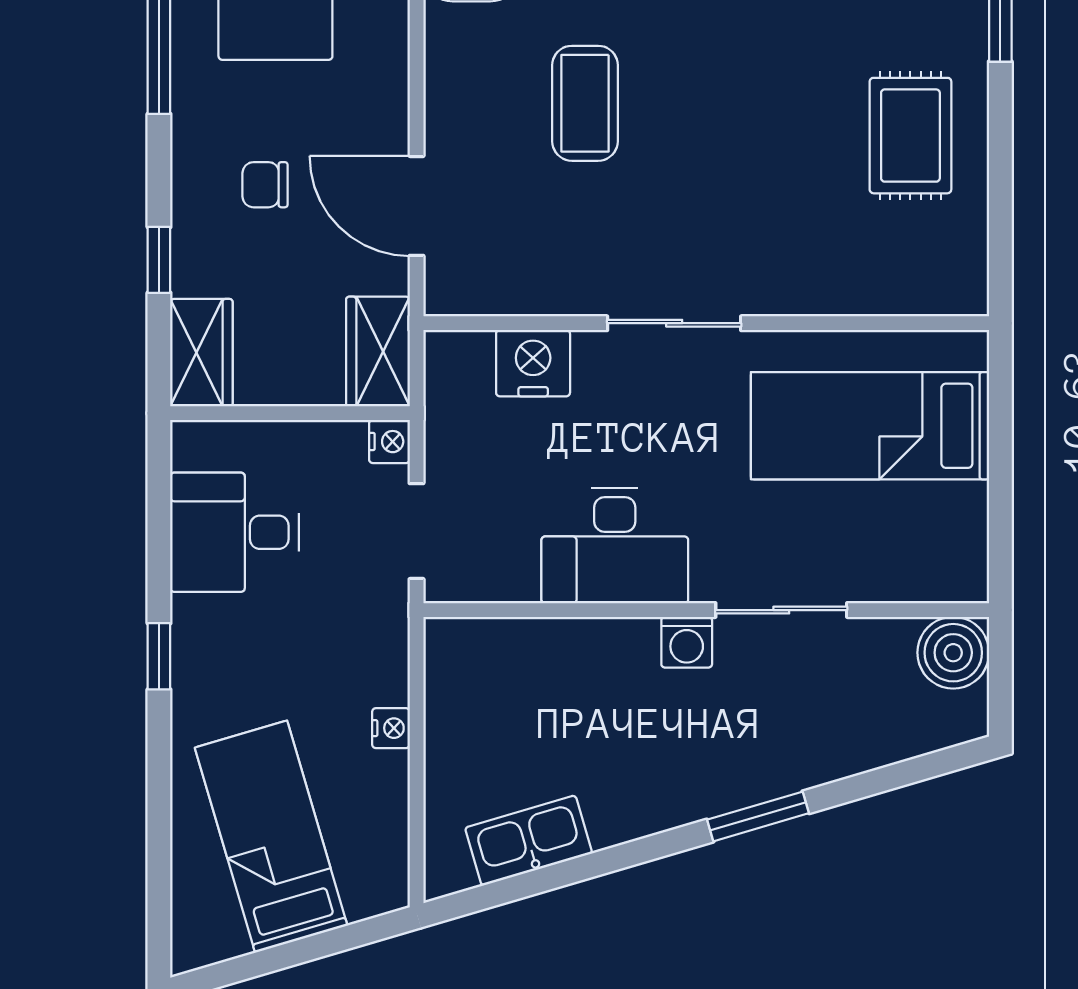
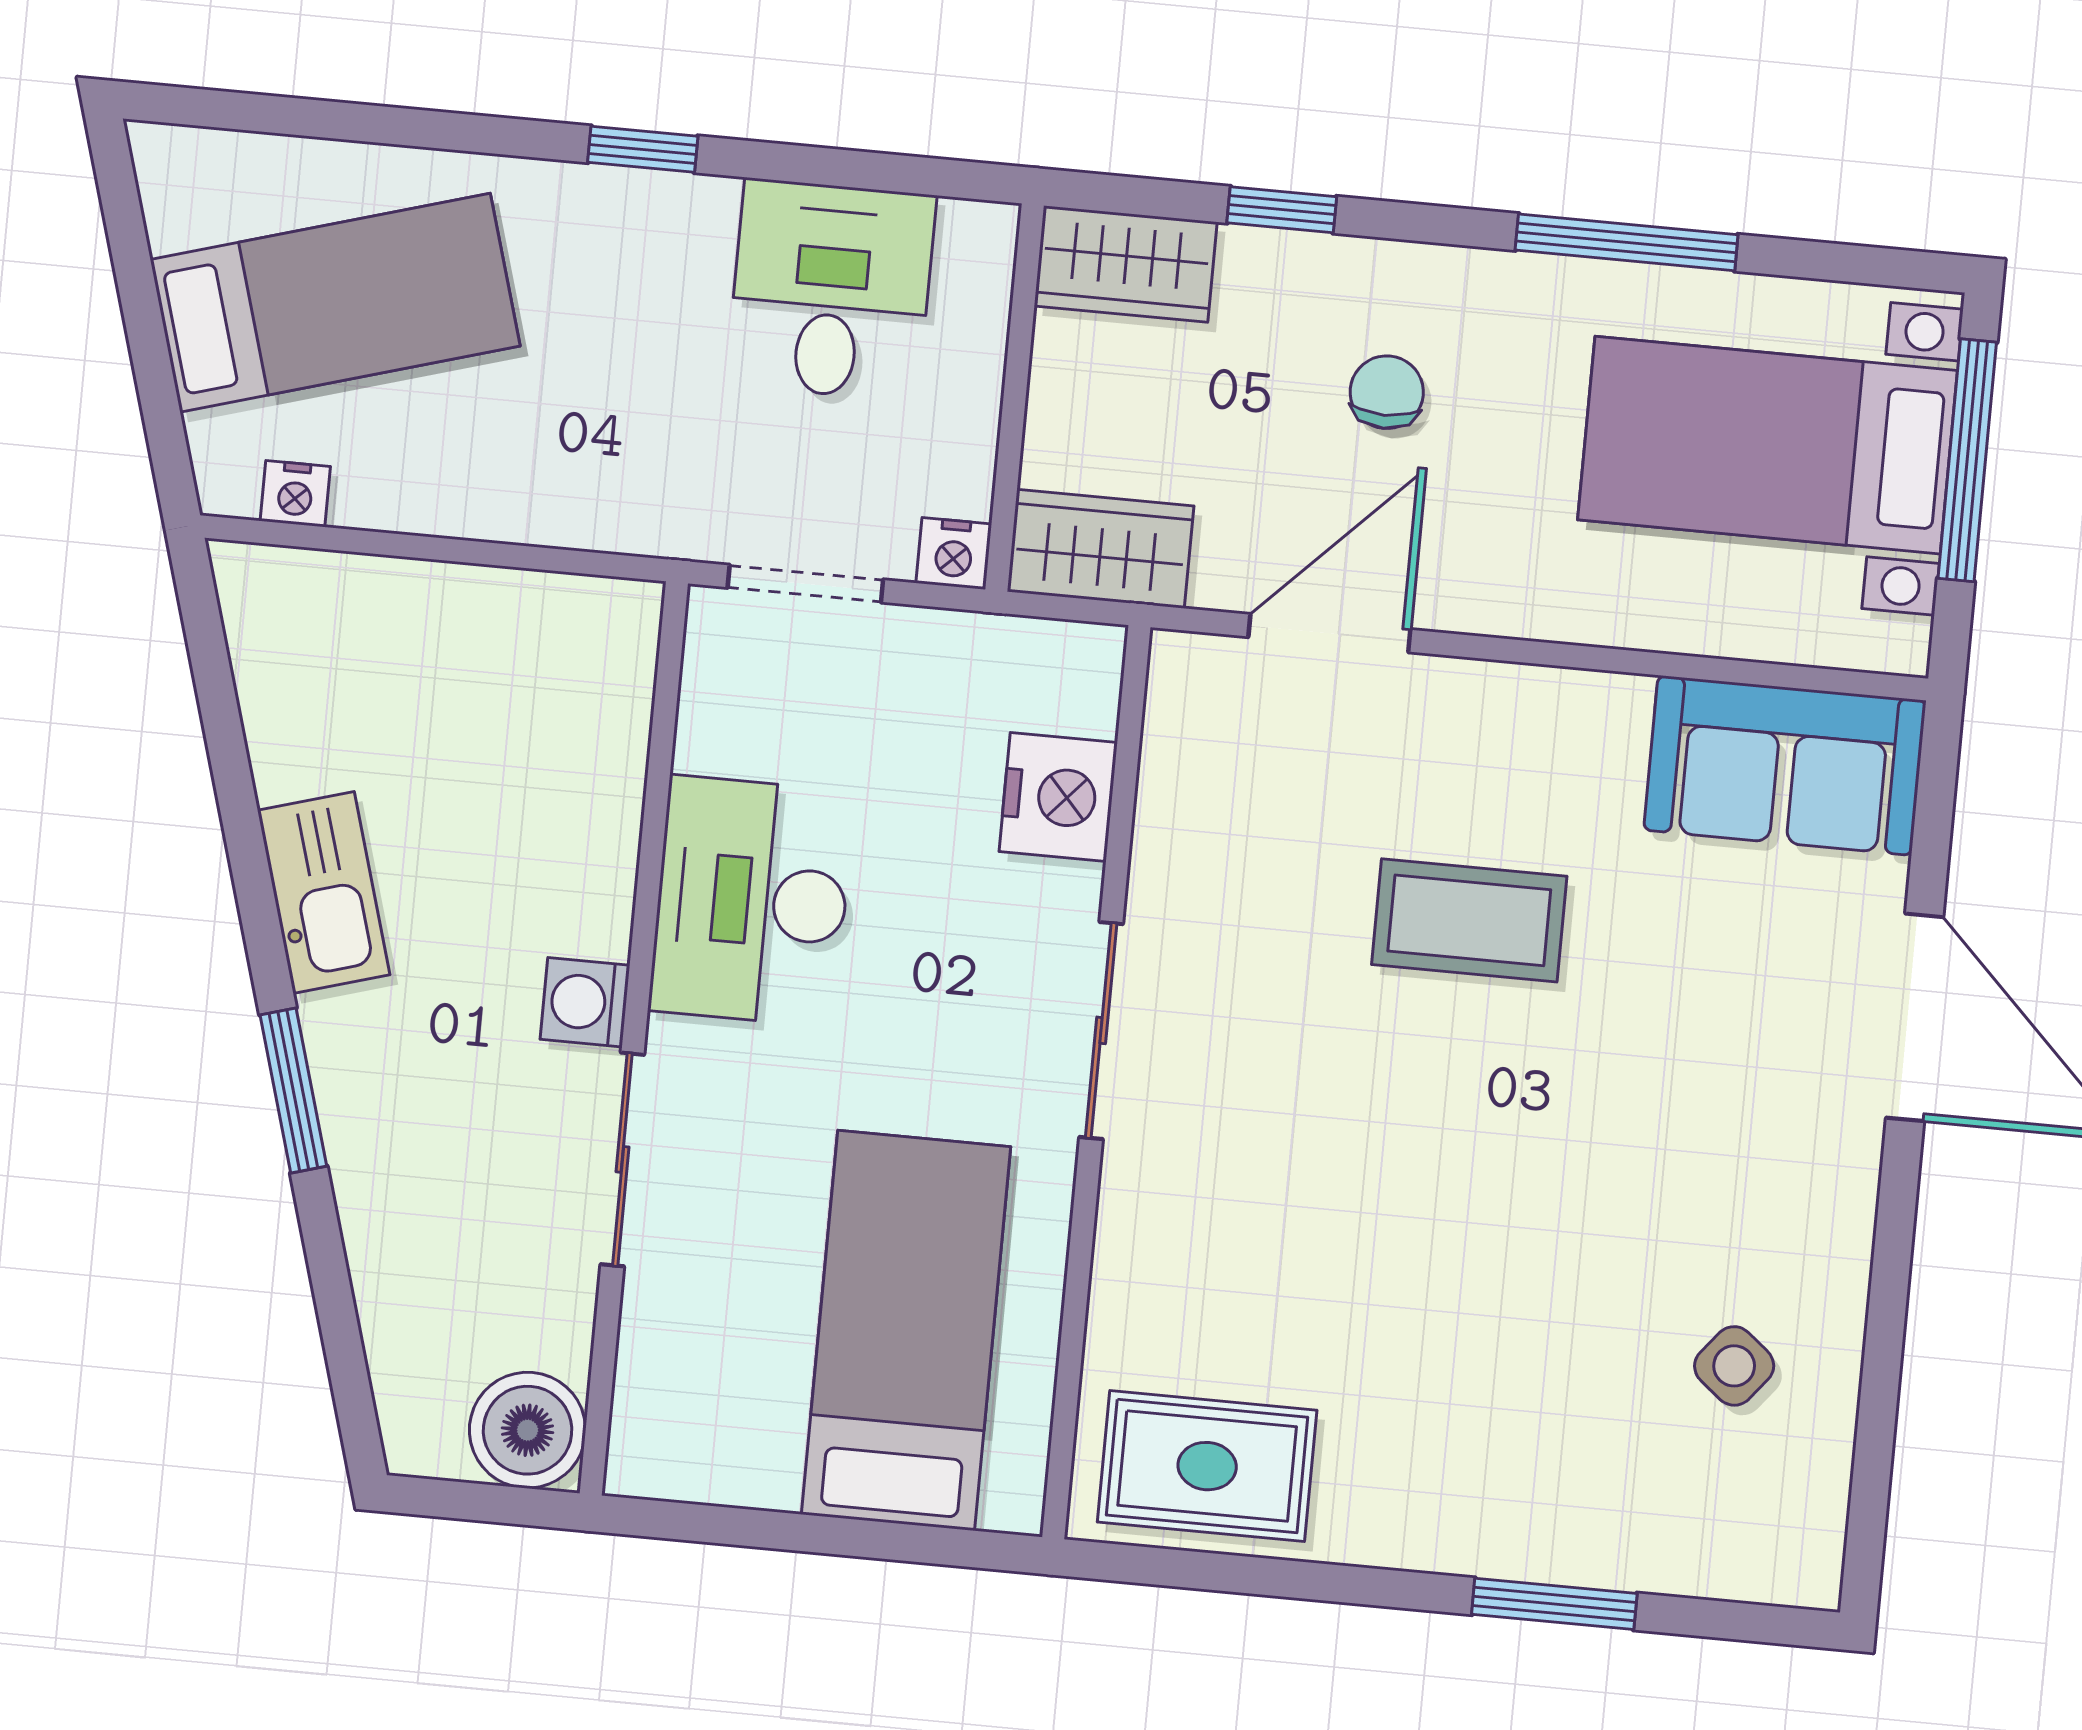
rug: (910, 136) -> (1207, 1466), moved
nightstand: (391, 728) -> (295, 494), moved
kitchen sink: (529, 841) -> (324, 892), moved

